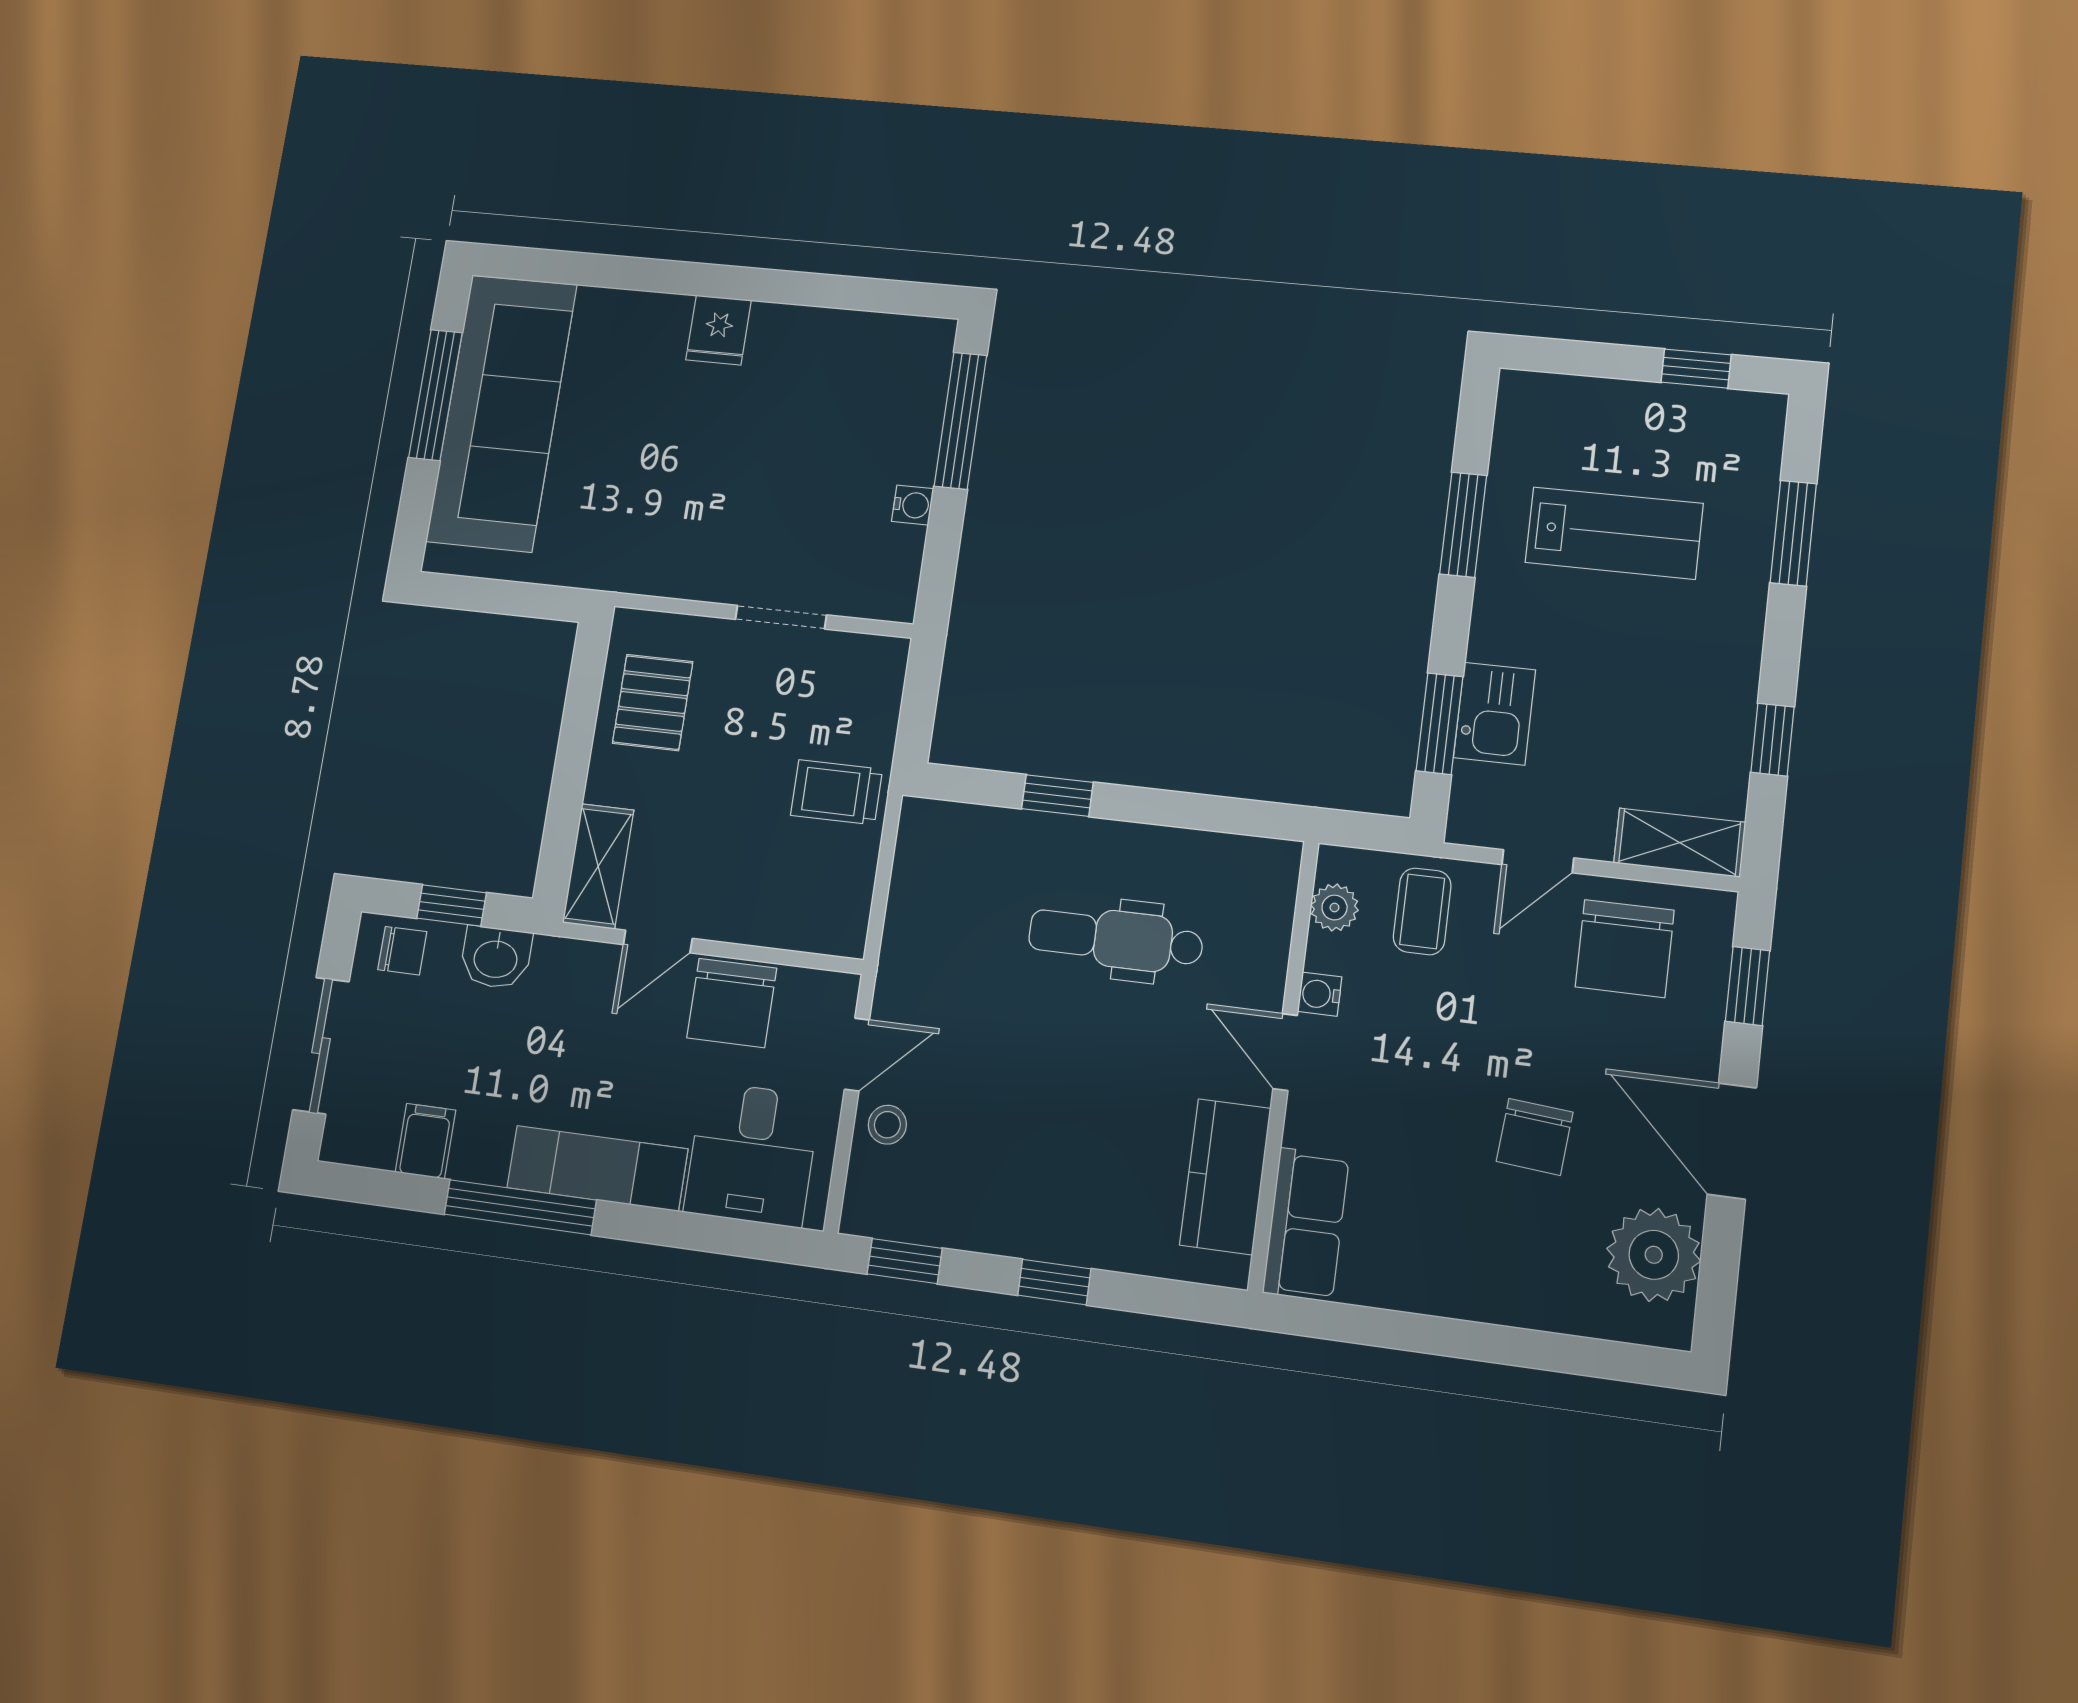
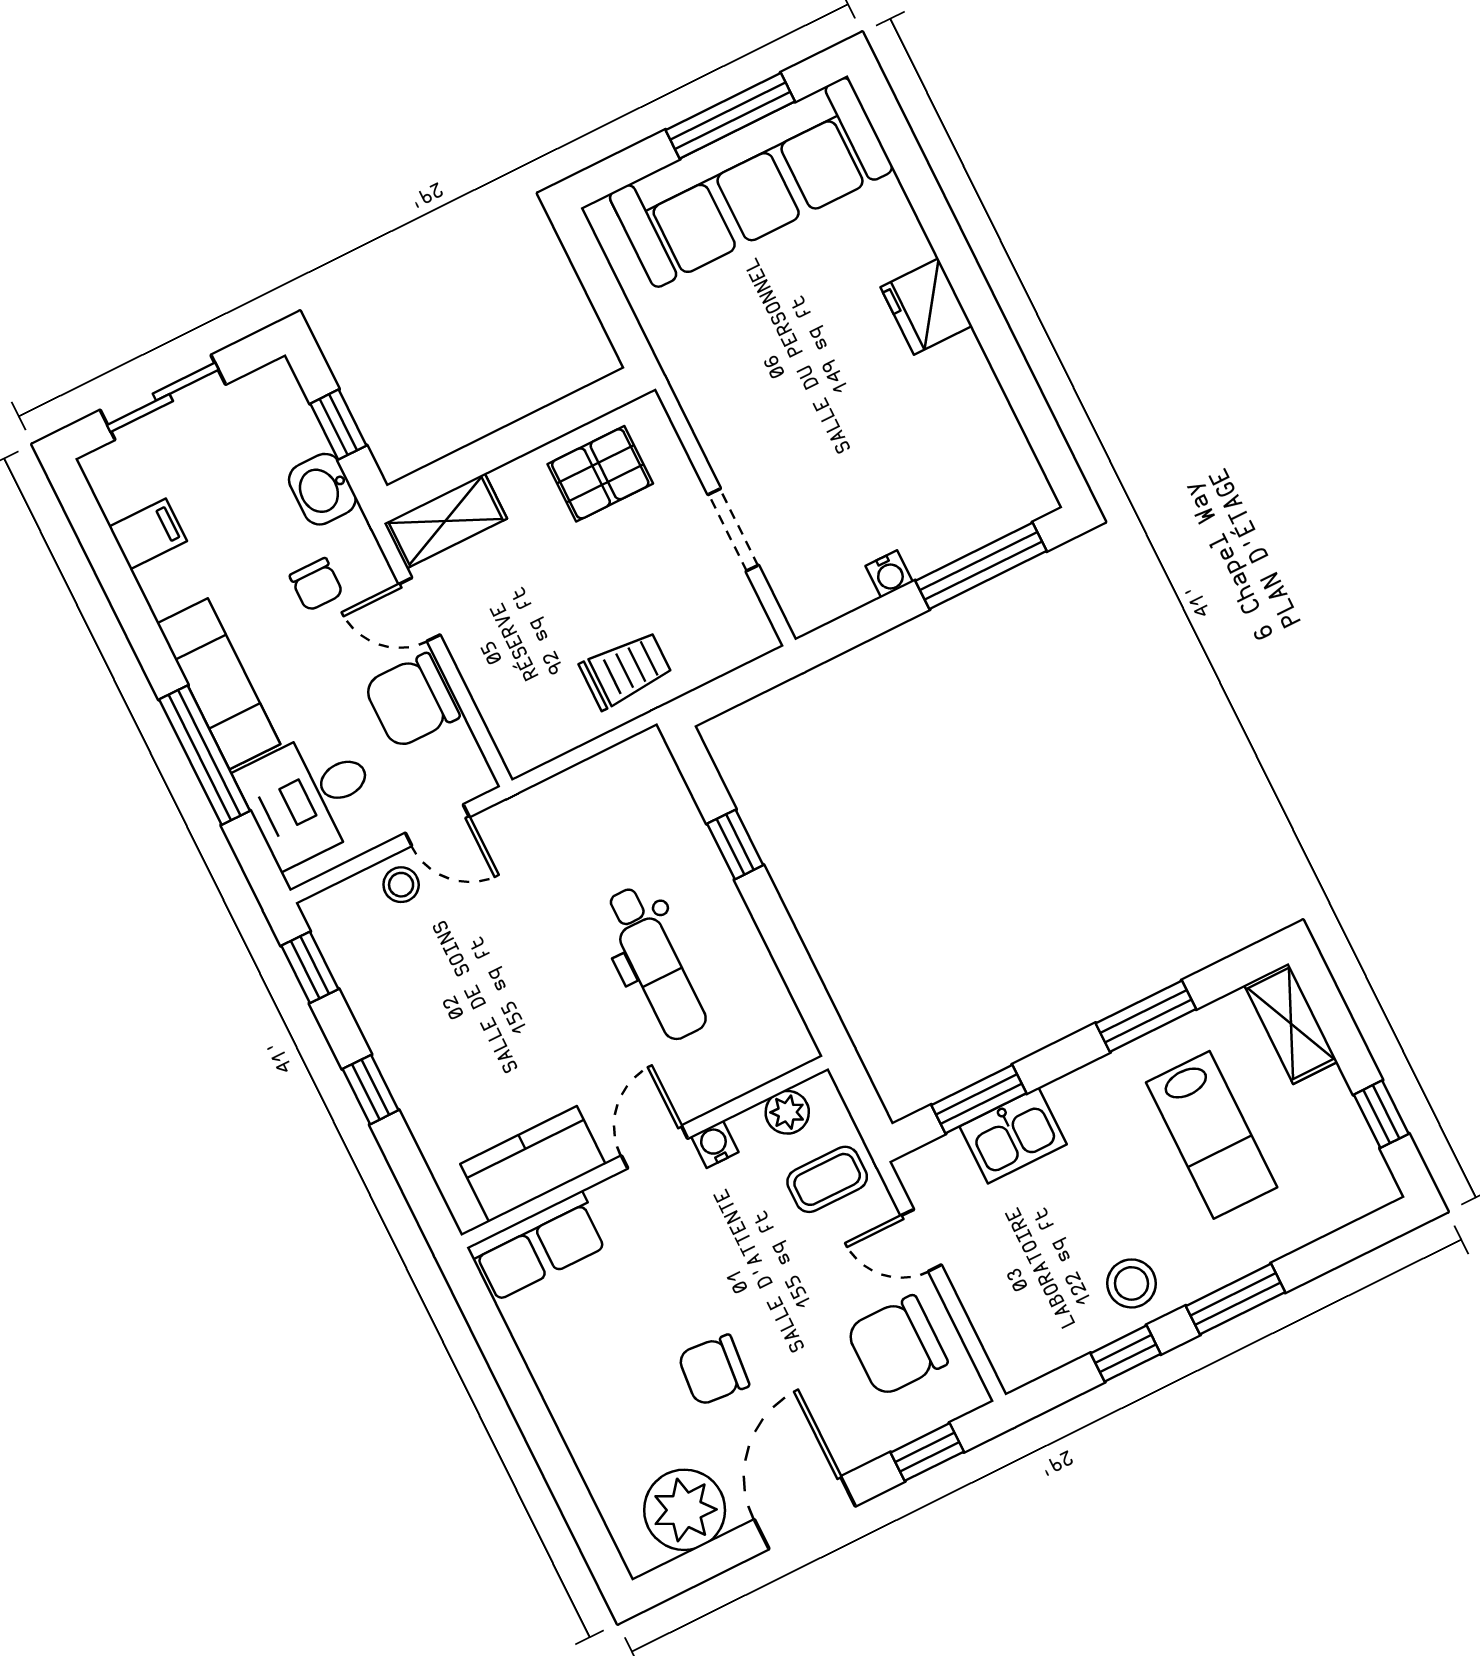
fridge: (719, 330) -> (926, 306), width x1.38
window: (1793, 533) -> (1235, 1299), moved
stool: (1708, 692) -> (1131, 1283), added
trolley: (837, 792) -> (626, 670), turned 90
shelving: (1680, 843) -> (1291, 1024), moved
dental chair: (1116, 939) -> (655, 963), turned 180
chair: (402, 951) -> (316, 585), moved
window: (520, 1207) -> (205, 755), moved

